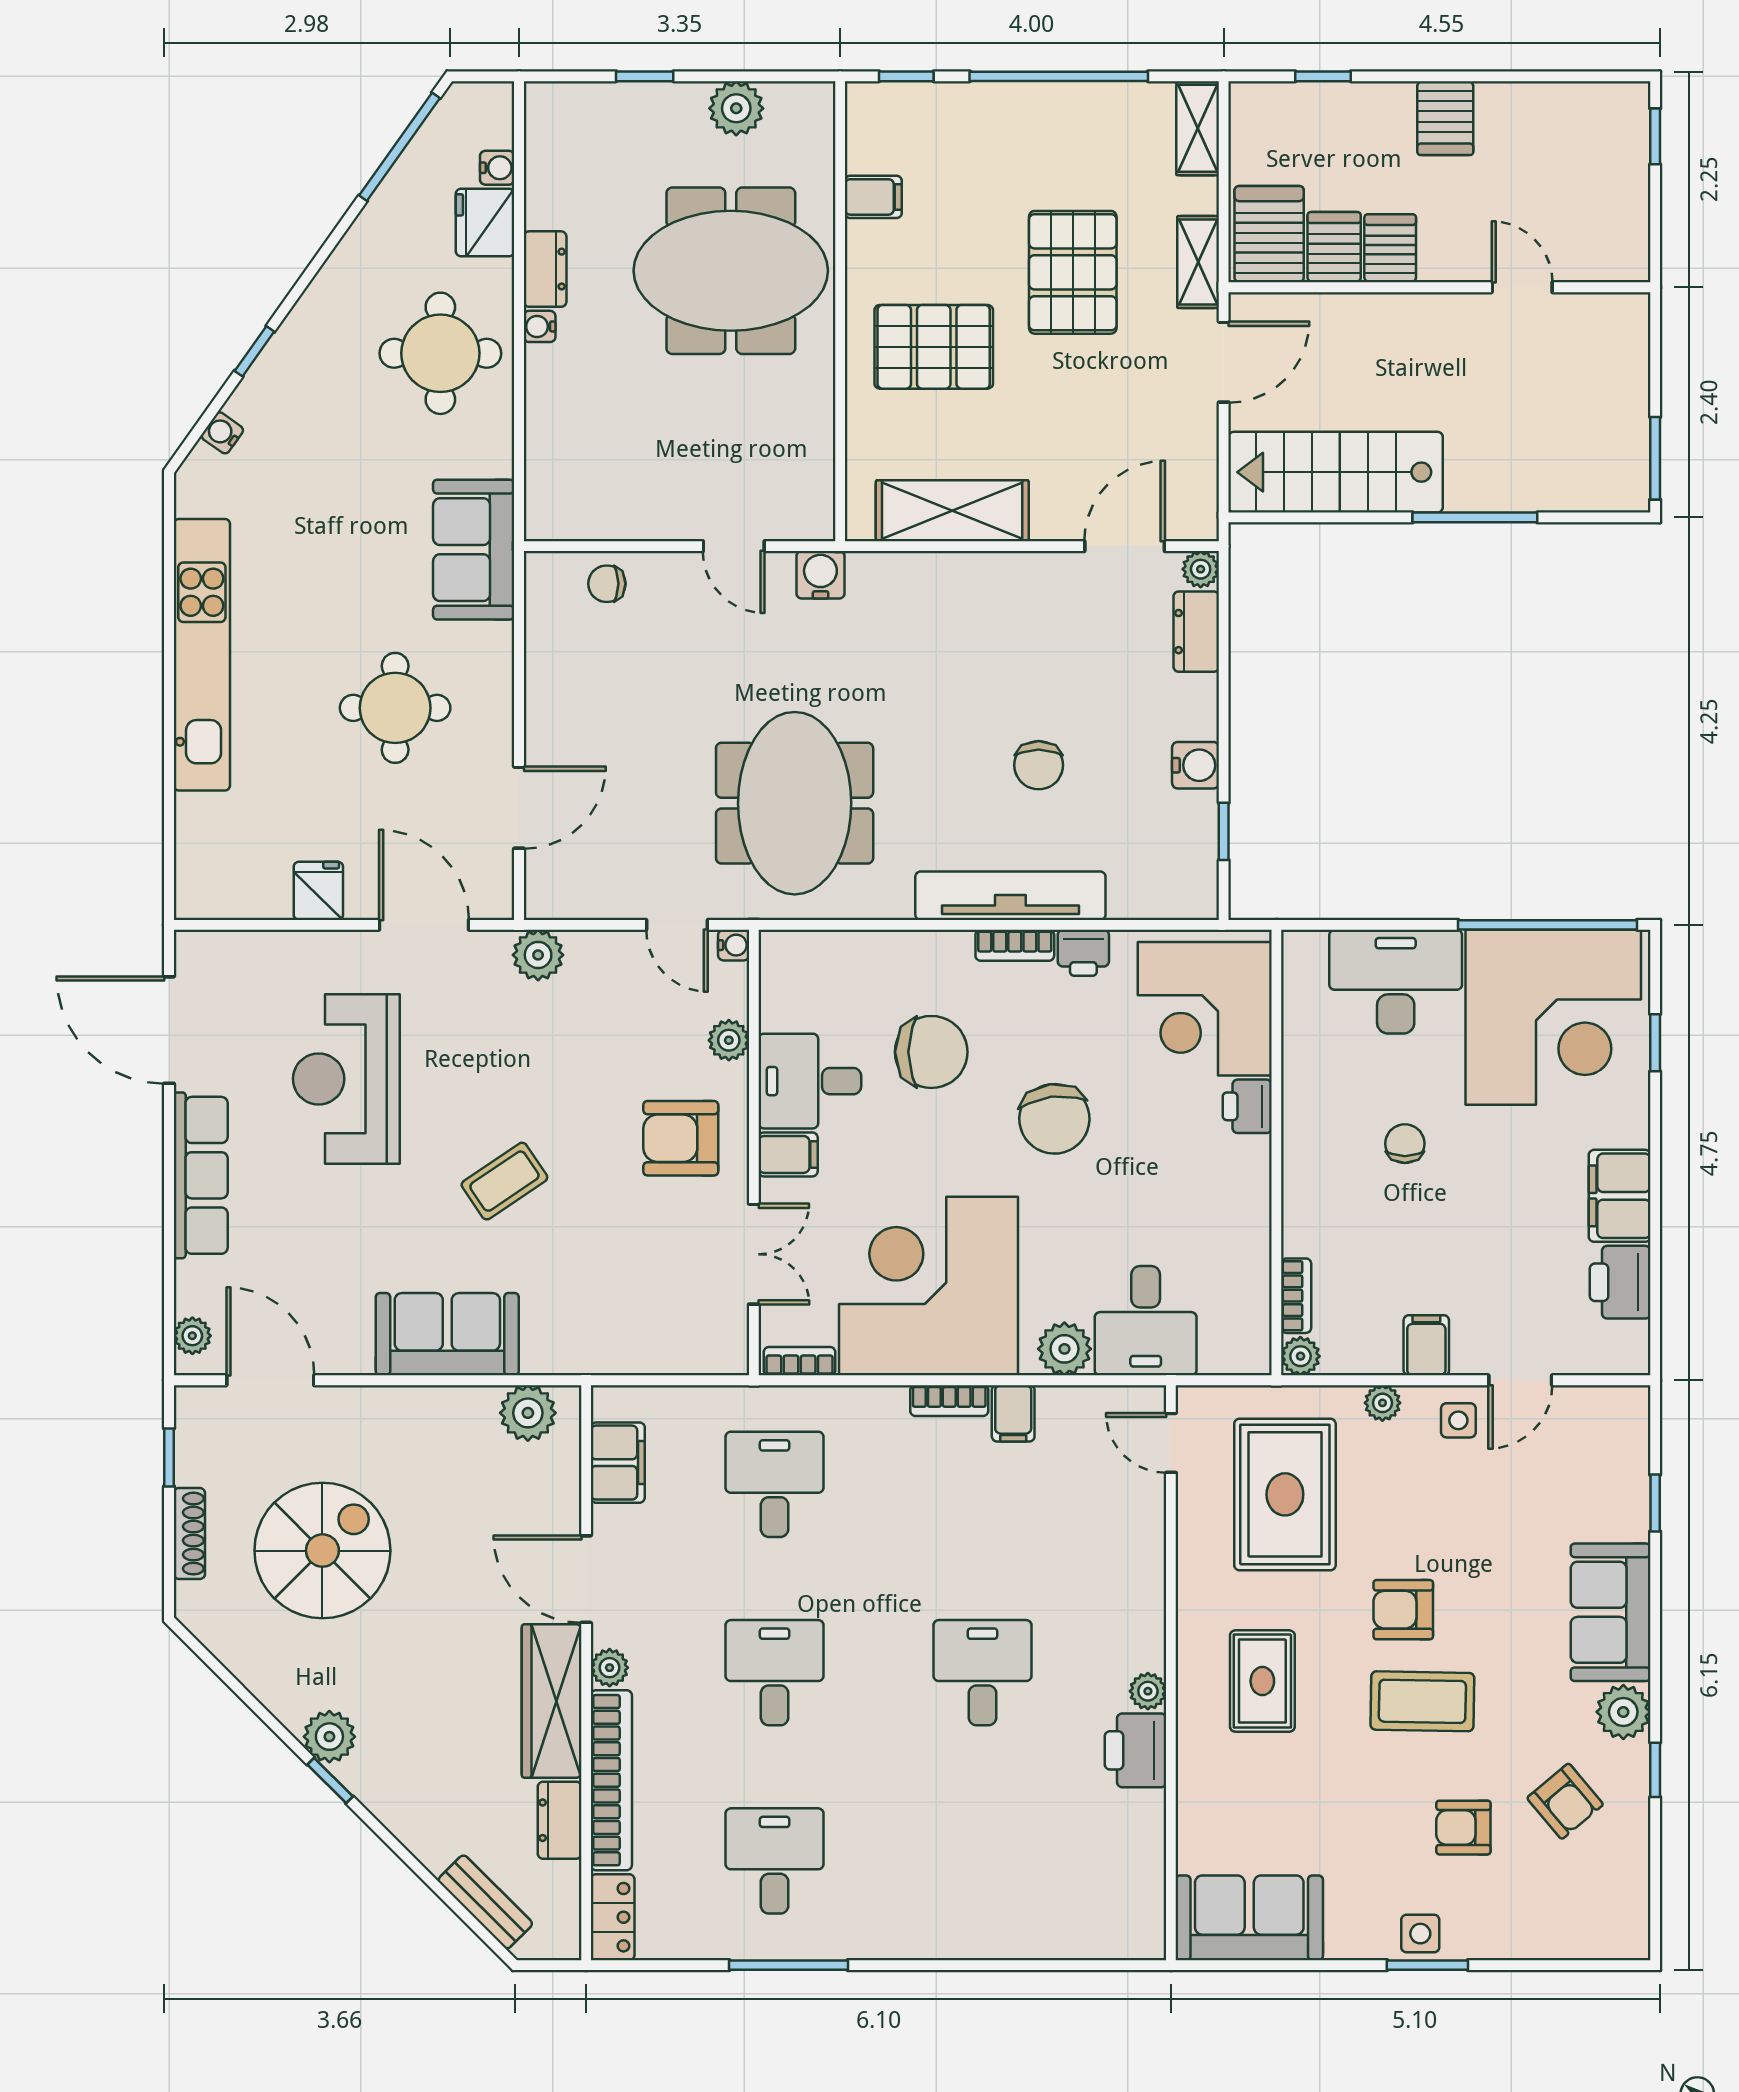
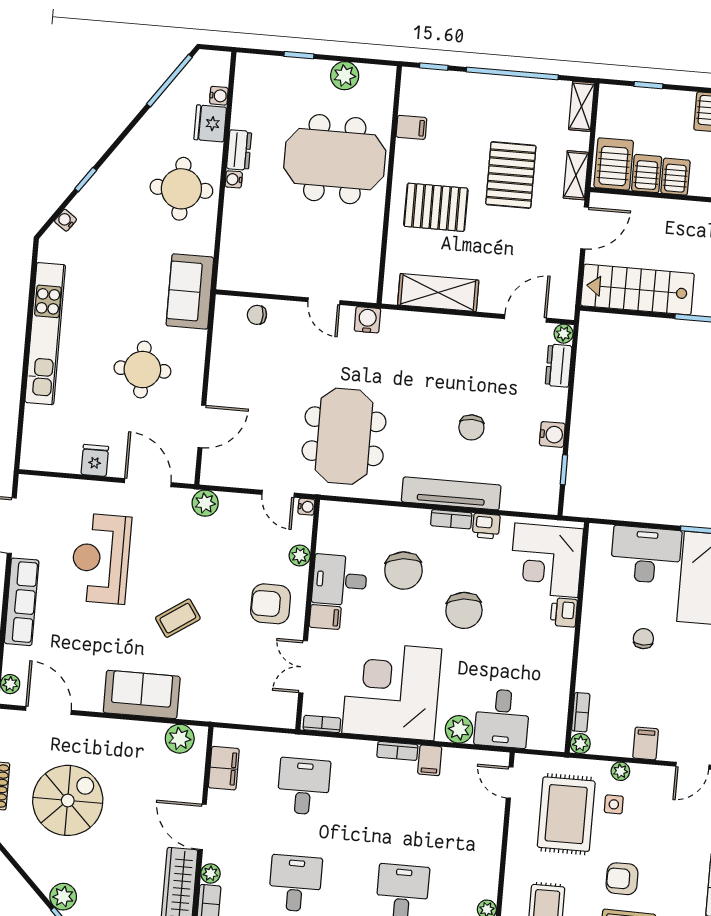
chair: (931, 1052) -> (403, 570), turned 83
double door: (754, 1254) -> (303, 667), swing flipped
side table: (1458, 1420) -> (614, 804), moved

